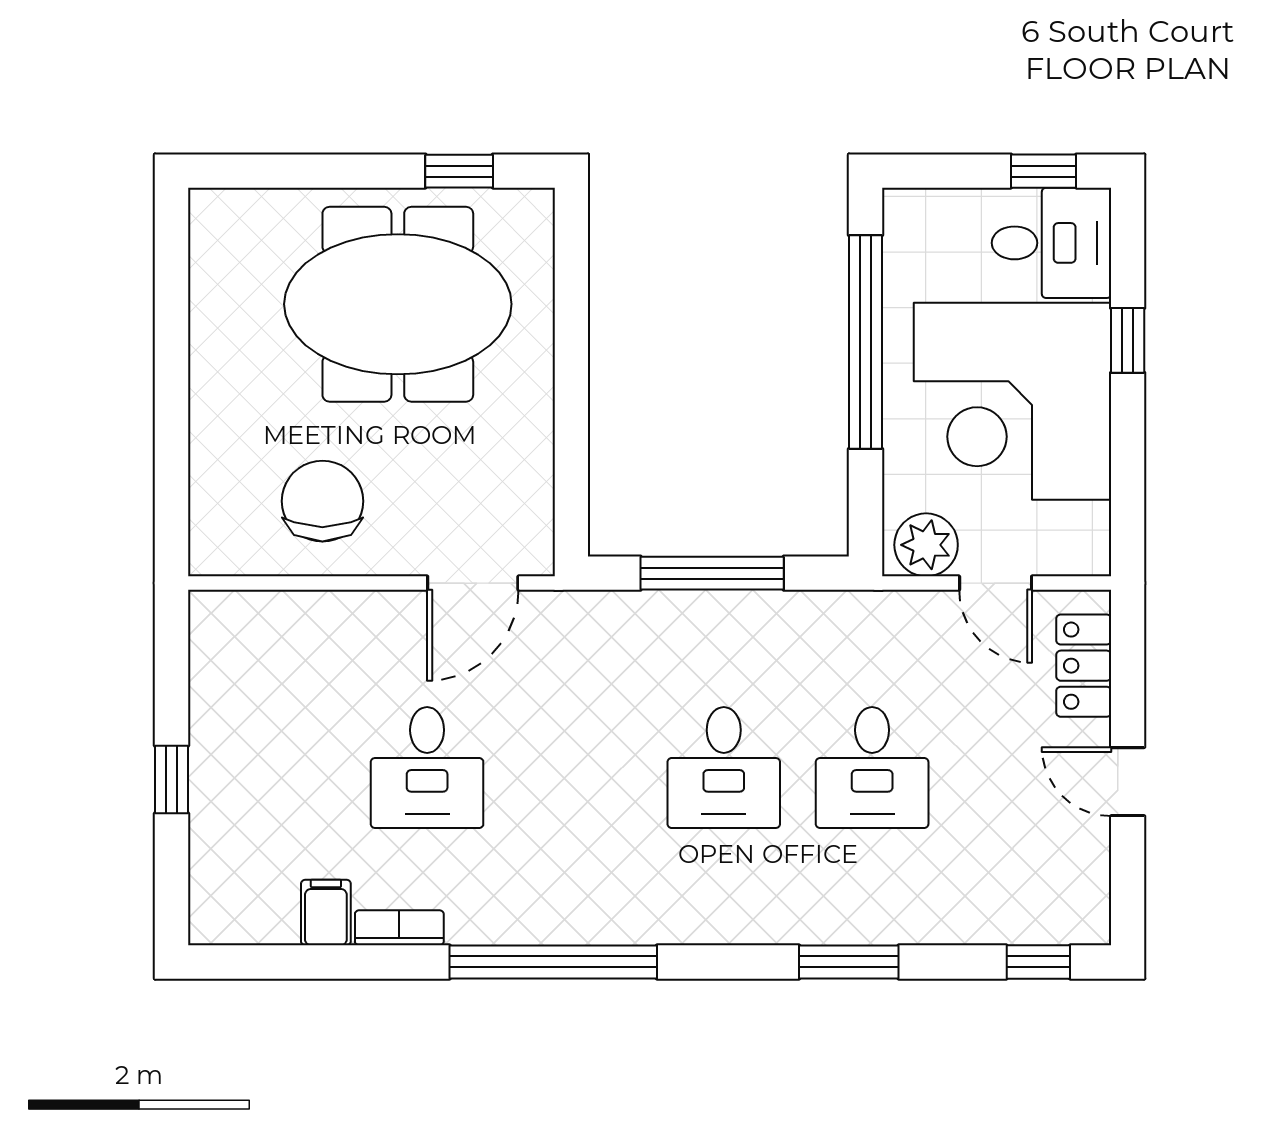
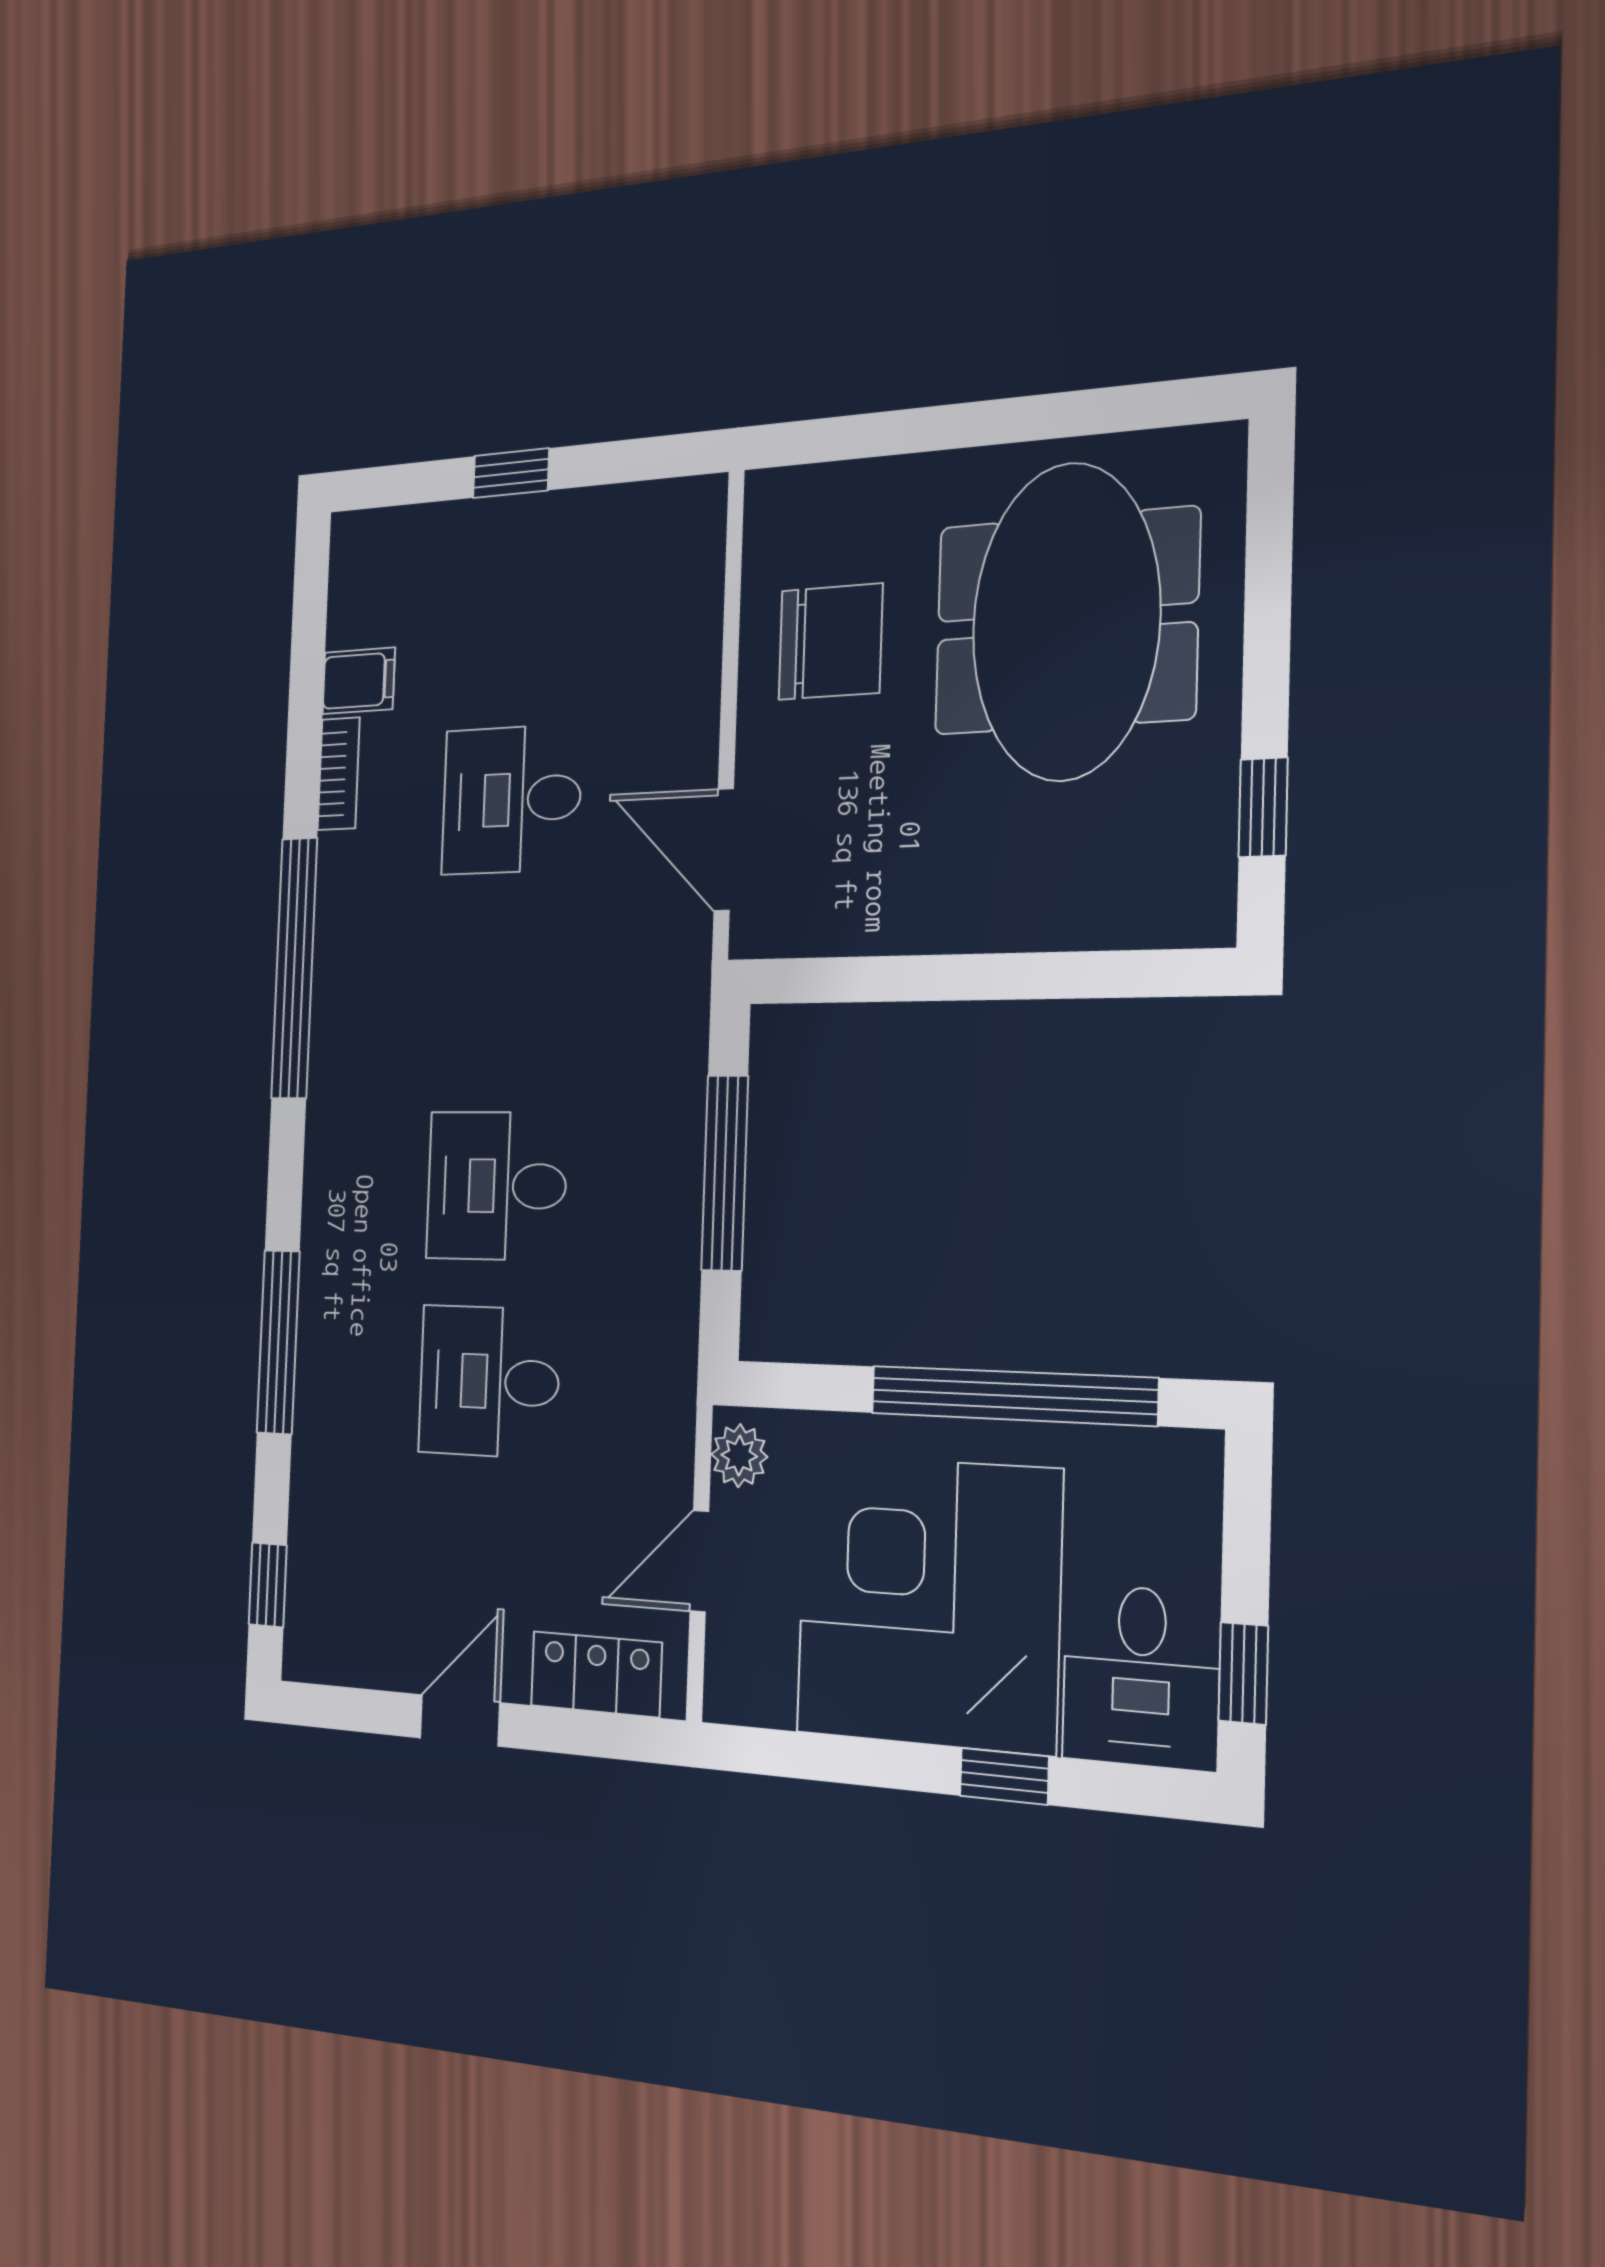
meeting table: (398, 304) -> (1066, 622), moved
plant: (926, 545) -> (739, 1456), width x0.73, depth x0.73
window: (849, 962) -> (278, 1342), width x1.44

